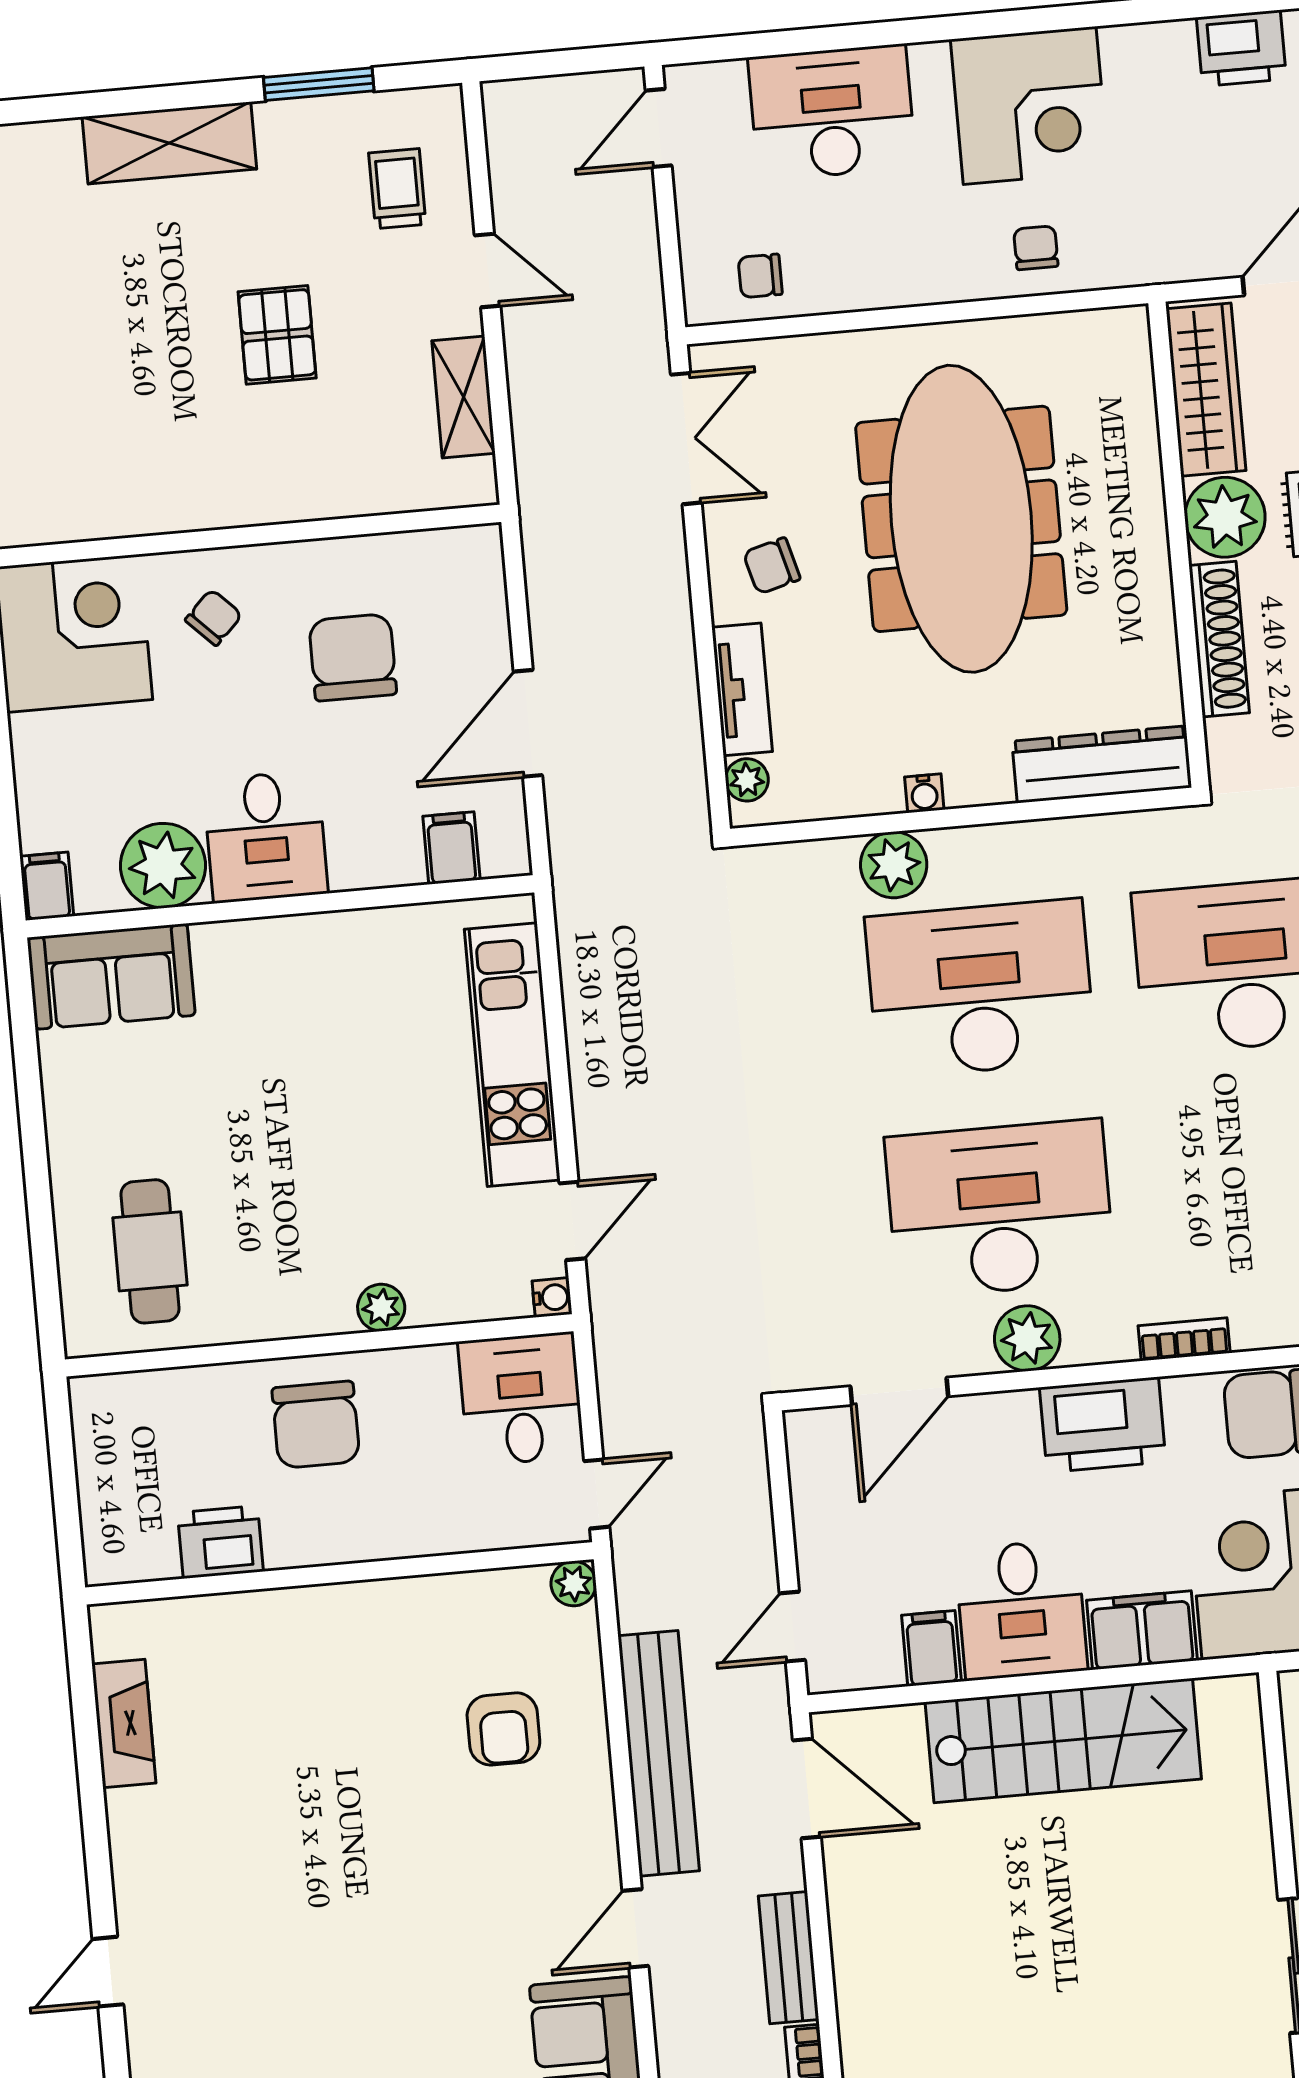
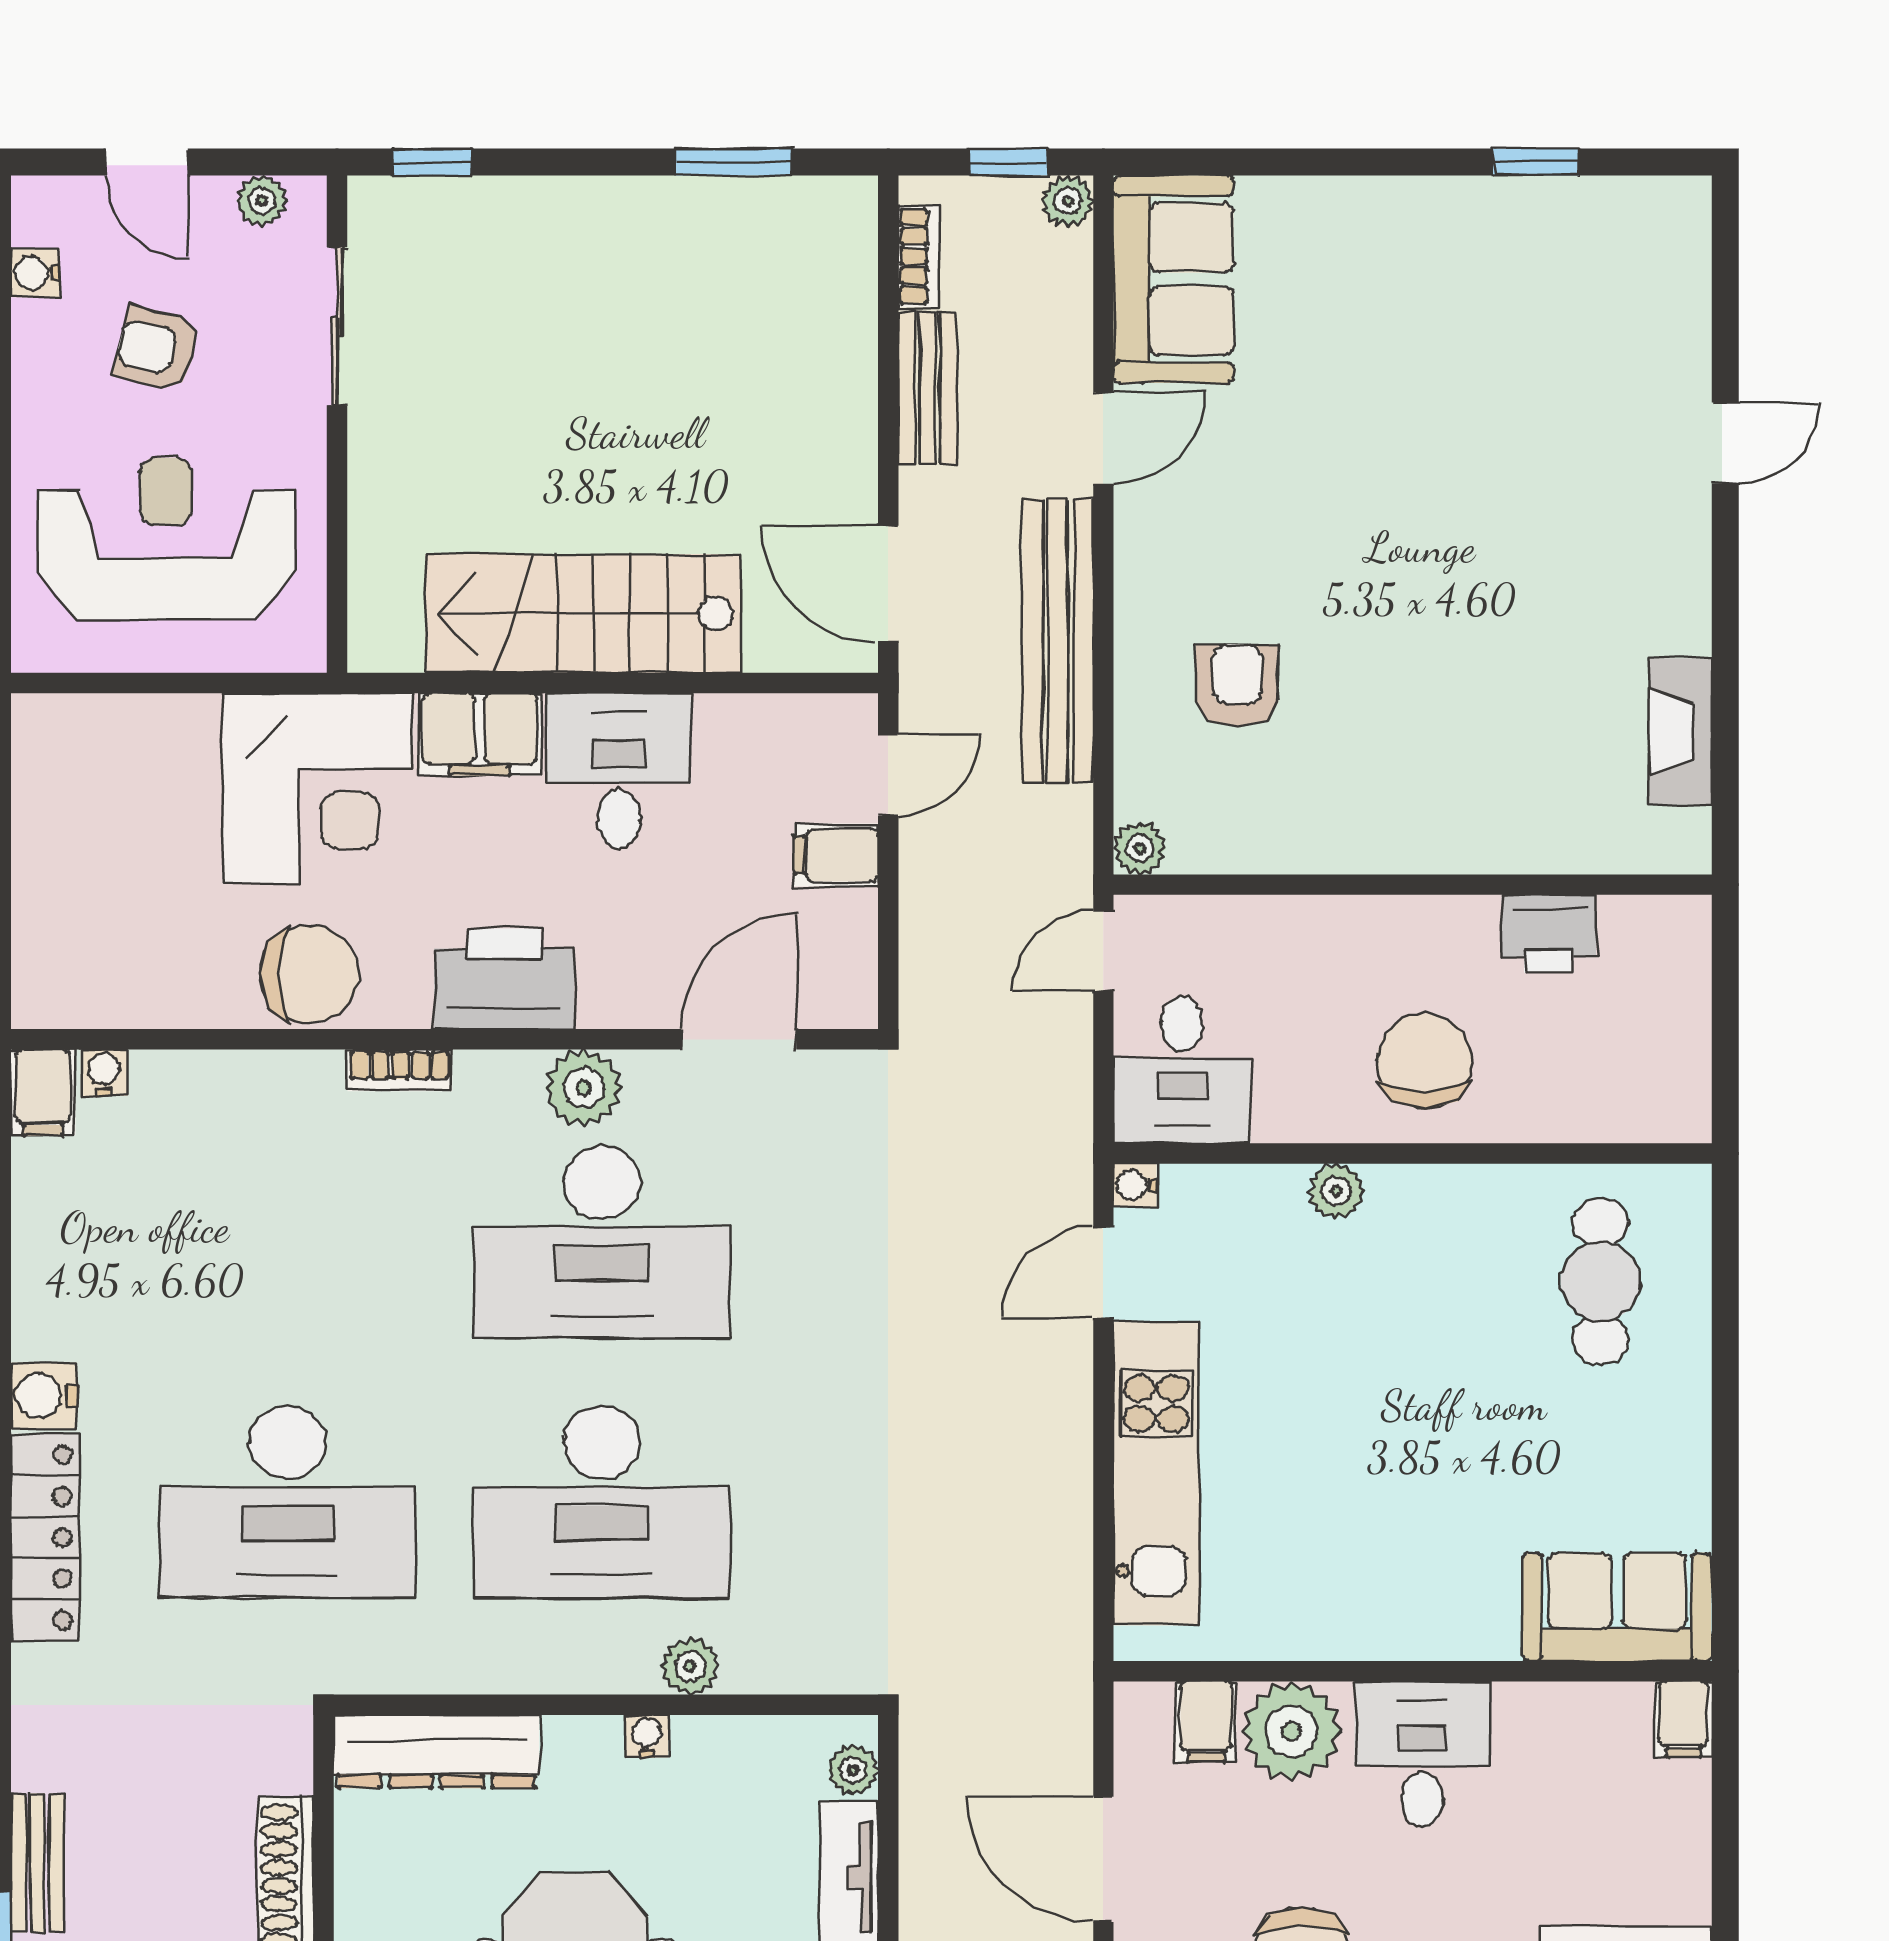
door: (528, 723) -> (1103, 1859), swing flipped
plant: (894, 865) -> (690, 1666), width x0.73, depth x0.73
plant: (163, 866) -> (1291, 1731), moved
filing cabinet: (931, 1648) -> (836, 855), moved, turned 90

